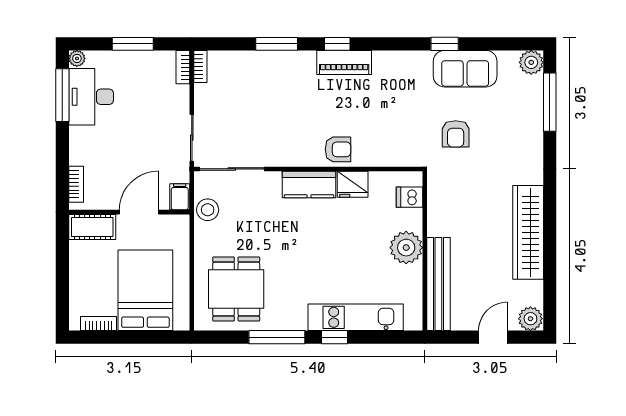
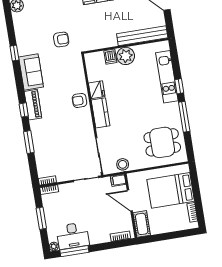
sofa: (465, 69) -> (31, 72), moved
armchair: (338, 149) -> (79, 100), turned -90
dishwasher: (409, 197) -> (110, 57), moved

